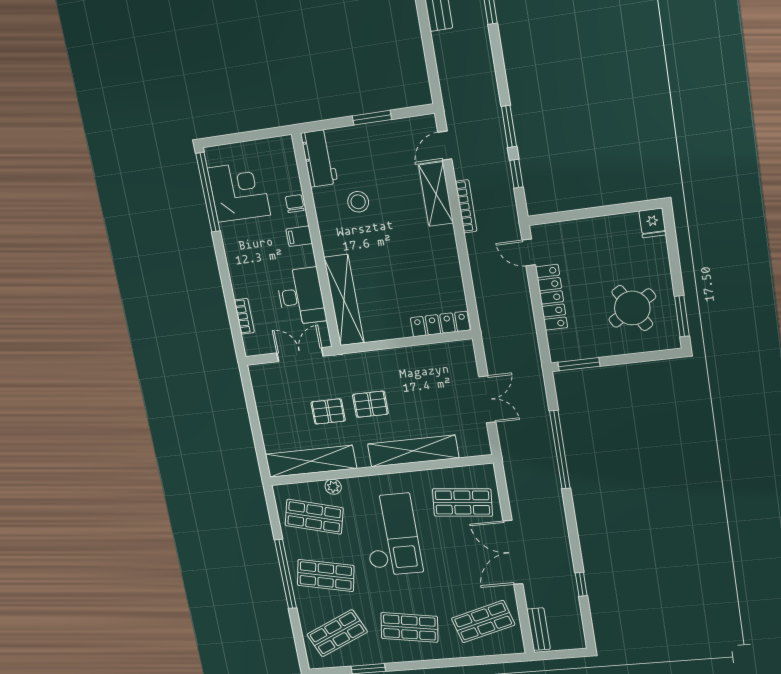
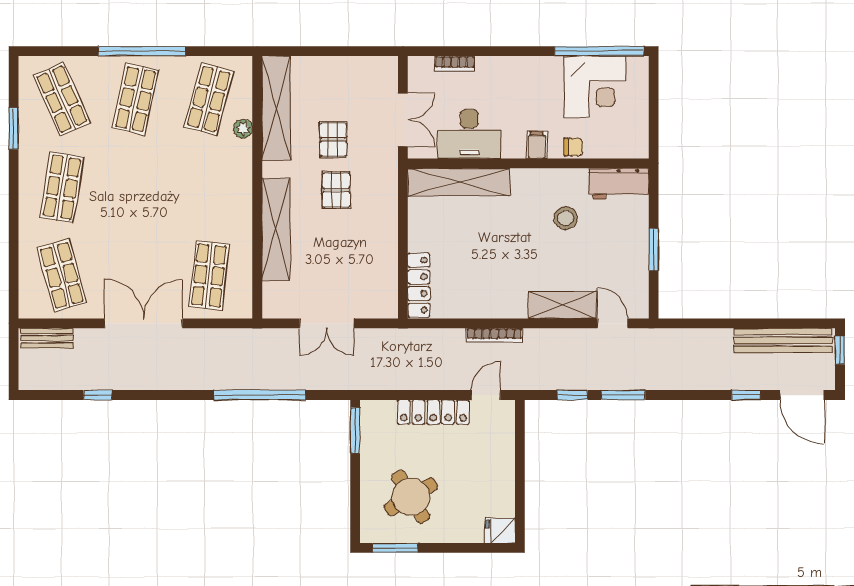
bookcase: (466, 206) -> (494, 335), moved
checkout: (391, 535) -> (178, 186), removed

